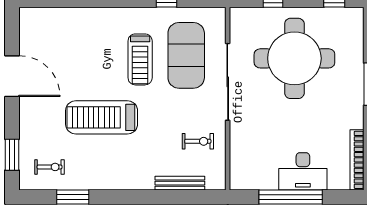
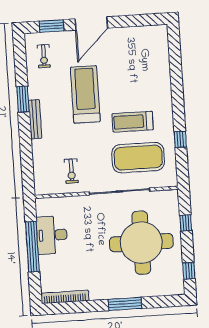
door: (12, 76) -> (91, 24), moved
desk: (303, 171) -> (52, 235), moved
bench: (180, 183) -> (35, 119), moved
window: (73, 197) -> (23, 99), moved

